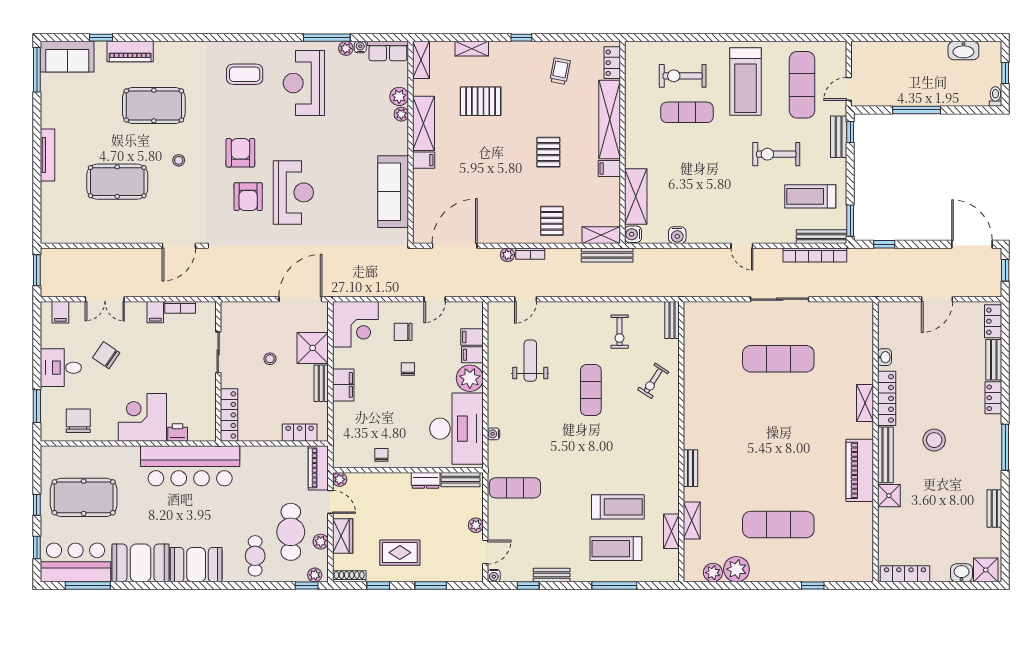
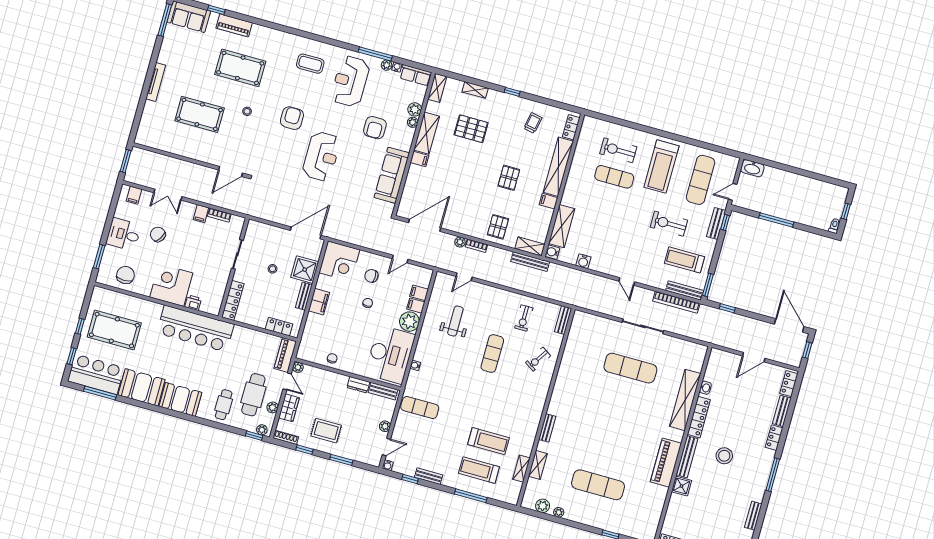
washbasin: (963, 51) -> (752, 168), moved
armchair: (248, 197) -> (375, 128), moved
shelving: (865, 403) -> (685, 400), width x2.20, depth x1.33
plant: (736, 569) -> (559, 512), width x0.53, depth x0.53

